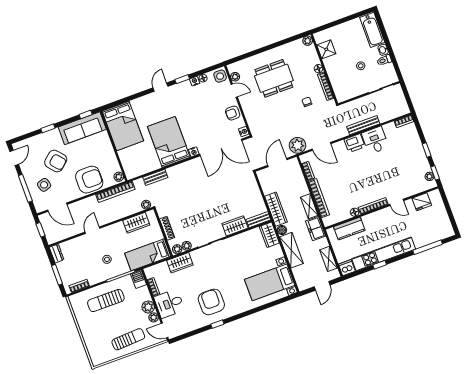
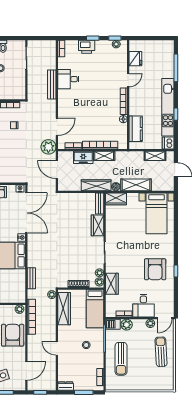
printer: (354, 143) -> (87, 47), moved, turned 90
wardrobe: (136, 223) -> (64, 309), width x1.50
freezer: (316, 228) -> (83, 157), moved
armchair: (211, 302) -> (155, 269), turned -90
plant: (148, 307) -> (127, 325), moved

